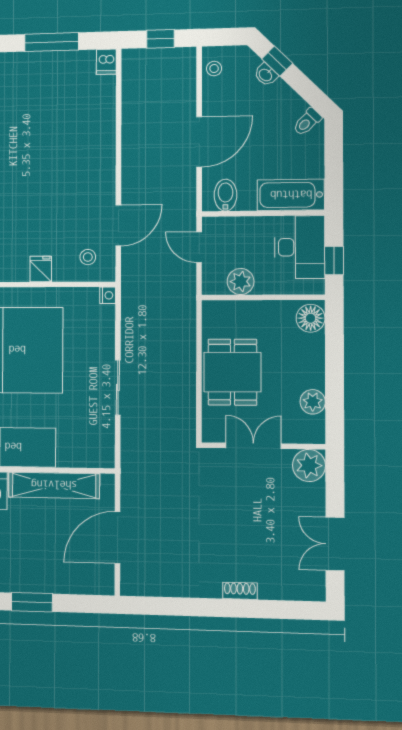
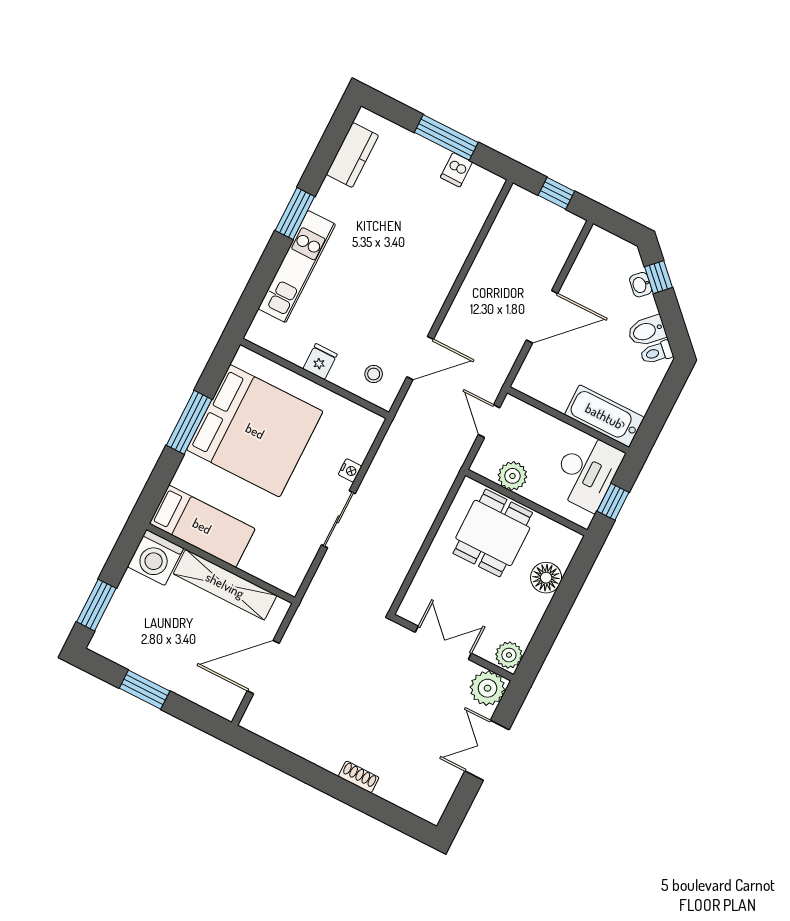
dishwasher: (106, 62) -> (456, 170), moved
stool: (214, 69) -> (594, 251), removed
bidet: (225, 195) -> (647, 331), moved, turned -135
nightstand: (108, 295) -> (350, 470), moved
floor lamp: (311, 318) -> (546, 578), moved
dining table: (232, 372) -> (493, 533), moved
plant: (313, 402) -> (509, 655), moved
double door: (335, 544) -> (487, 750), moved

